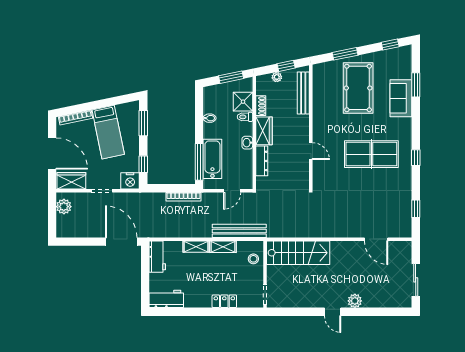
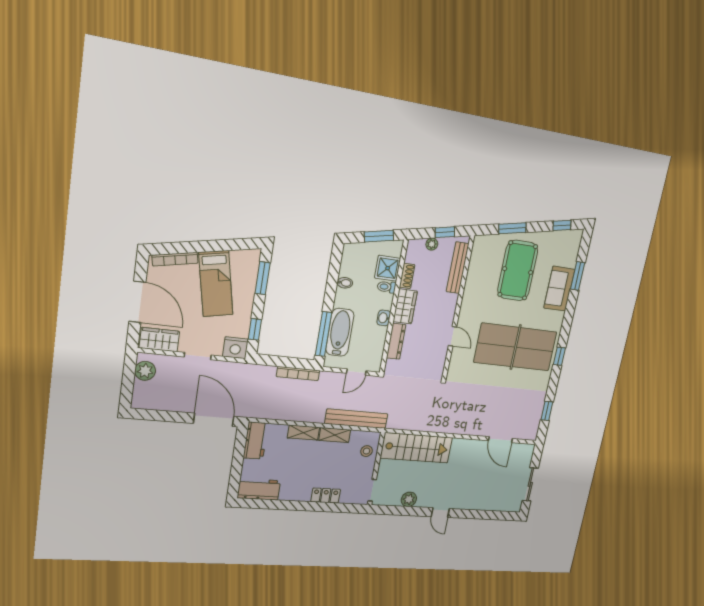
table tennis table: (371, 154) -> (516, 347), width x1.36, depth x1.32
plant: (355, 301) -> (409, 499), moved

